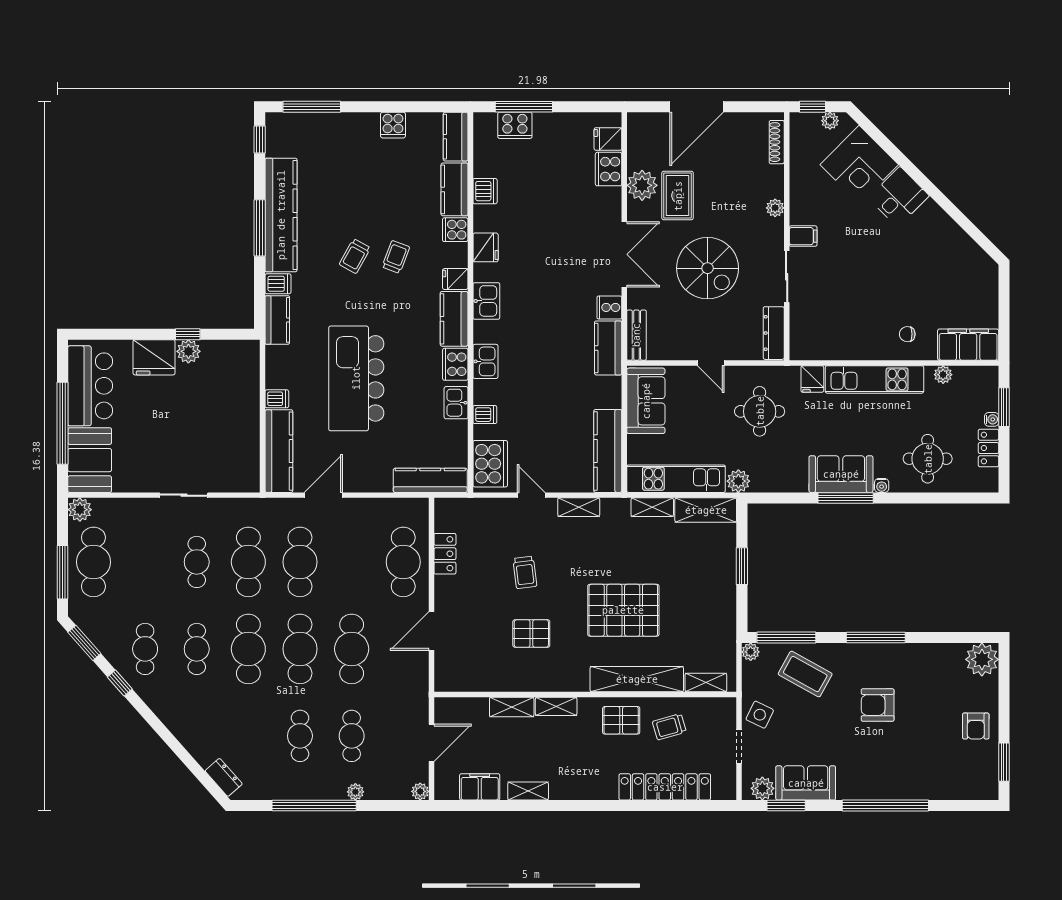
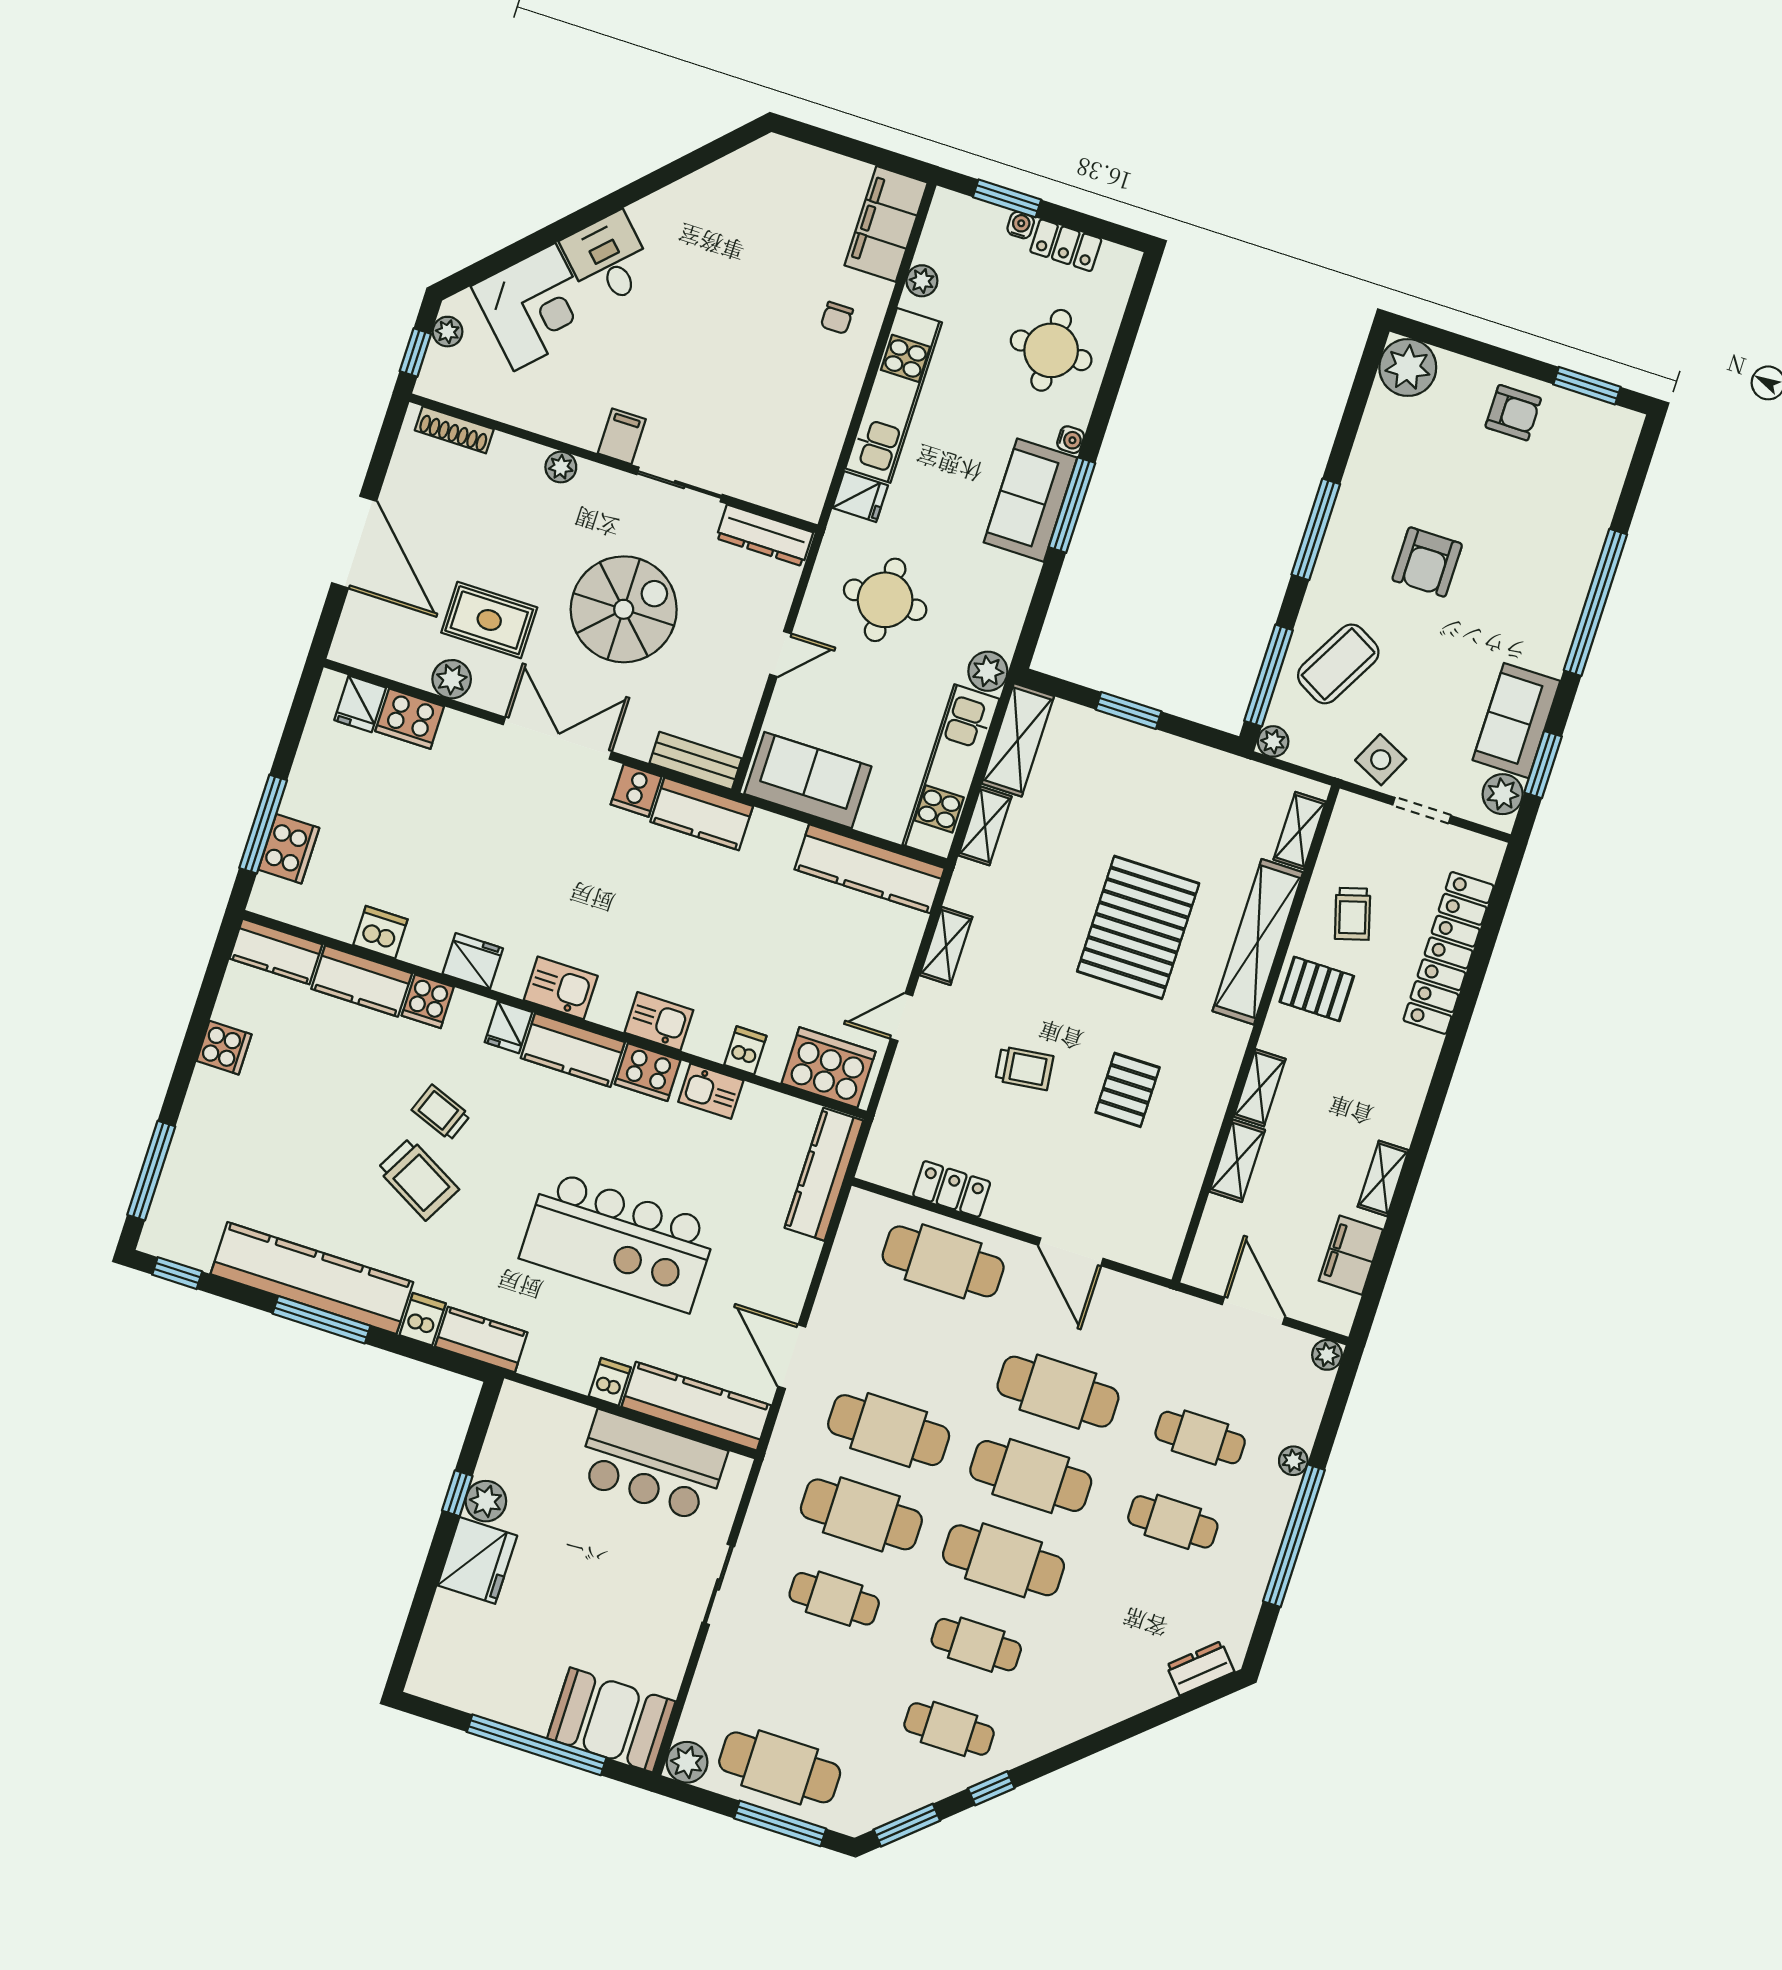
plant: (642, 185) -> (452, 679), width x0.73, depth x0.73
trolley: (355, 256) -> (418, 1179), width x1.36, depth x1.39
bar counter: (90, 386) -> (651, 1466), moved, turned 180
pallet: (621, 720) -> (1317, 989), turned 90

